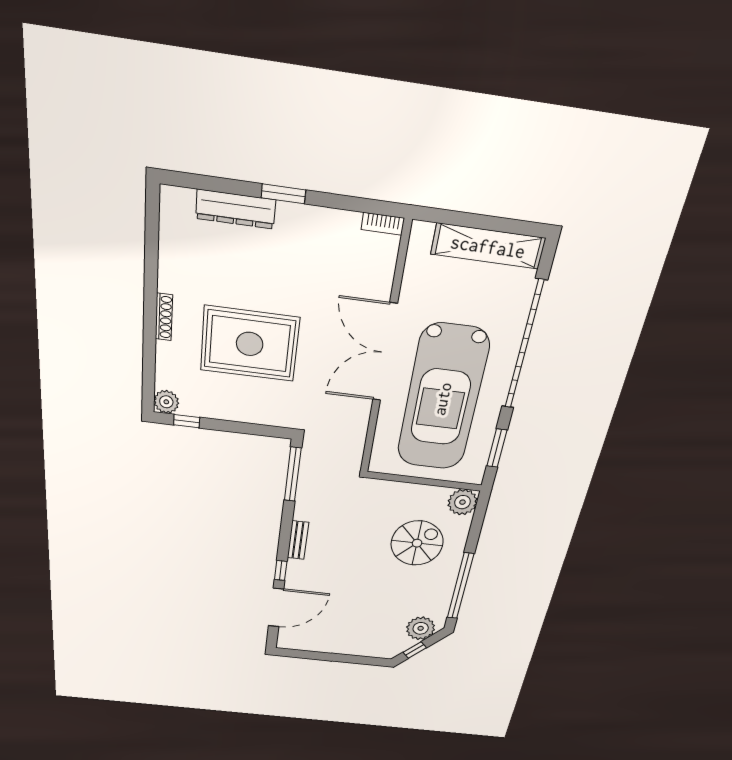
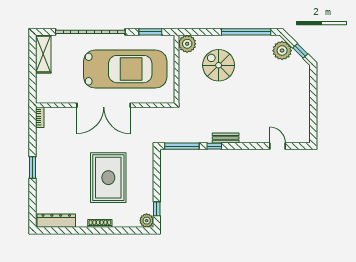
dresser: (236, 209) -> (56, 221), moved, turned -90
shelving: (488, 246) -> (43, 54), width x0.68
window: (281, 570) -> (214, 146), moved
door: (276, 608) -> (278, 146), width x0.53

